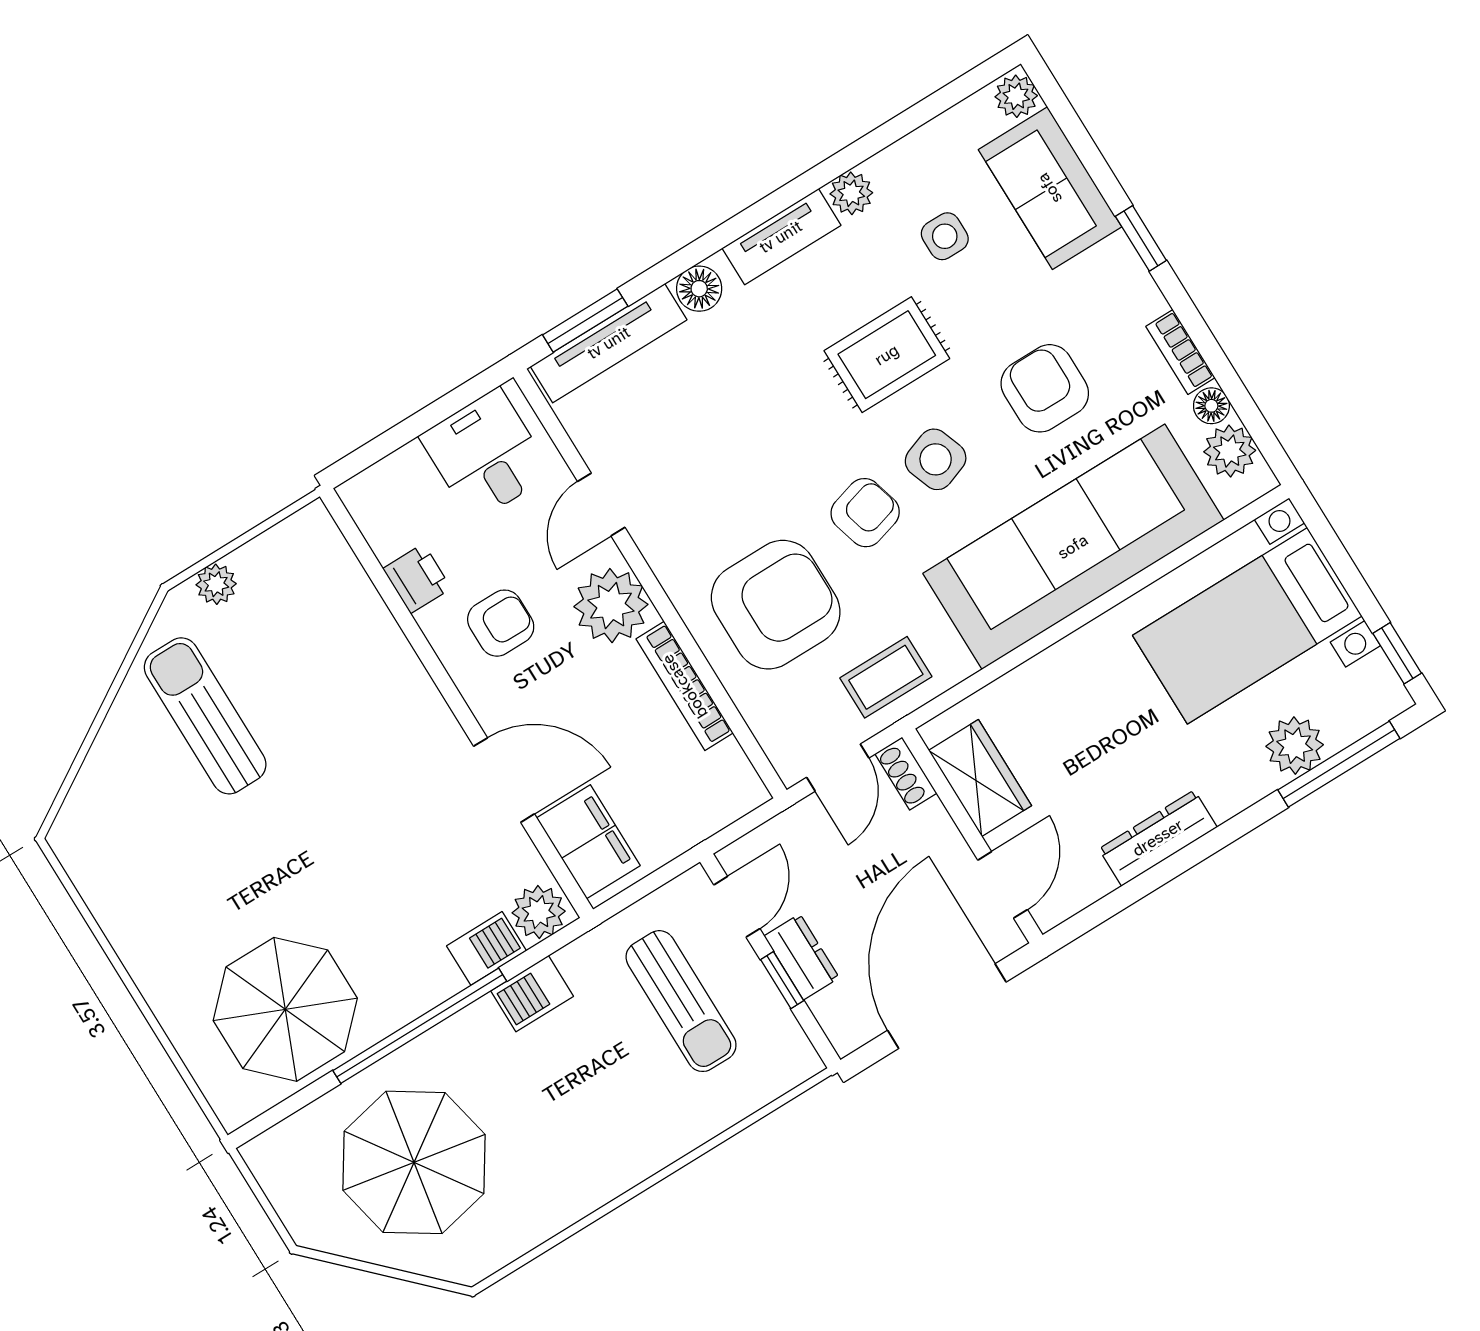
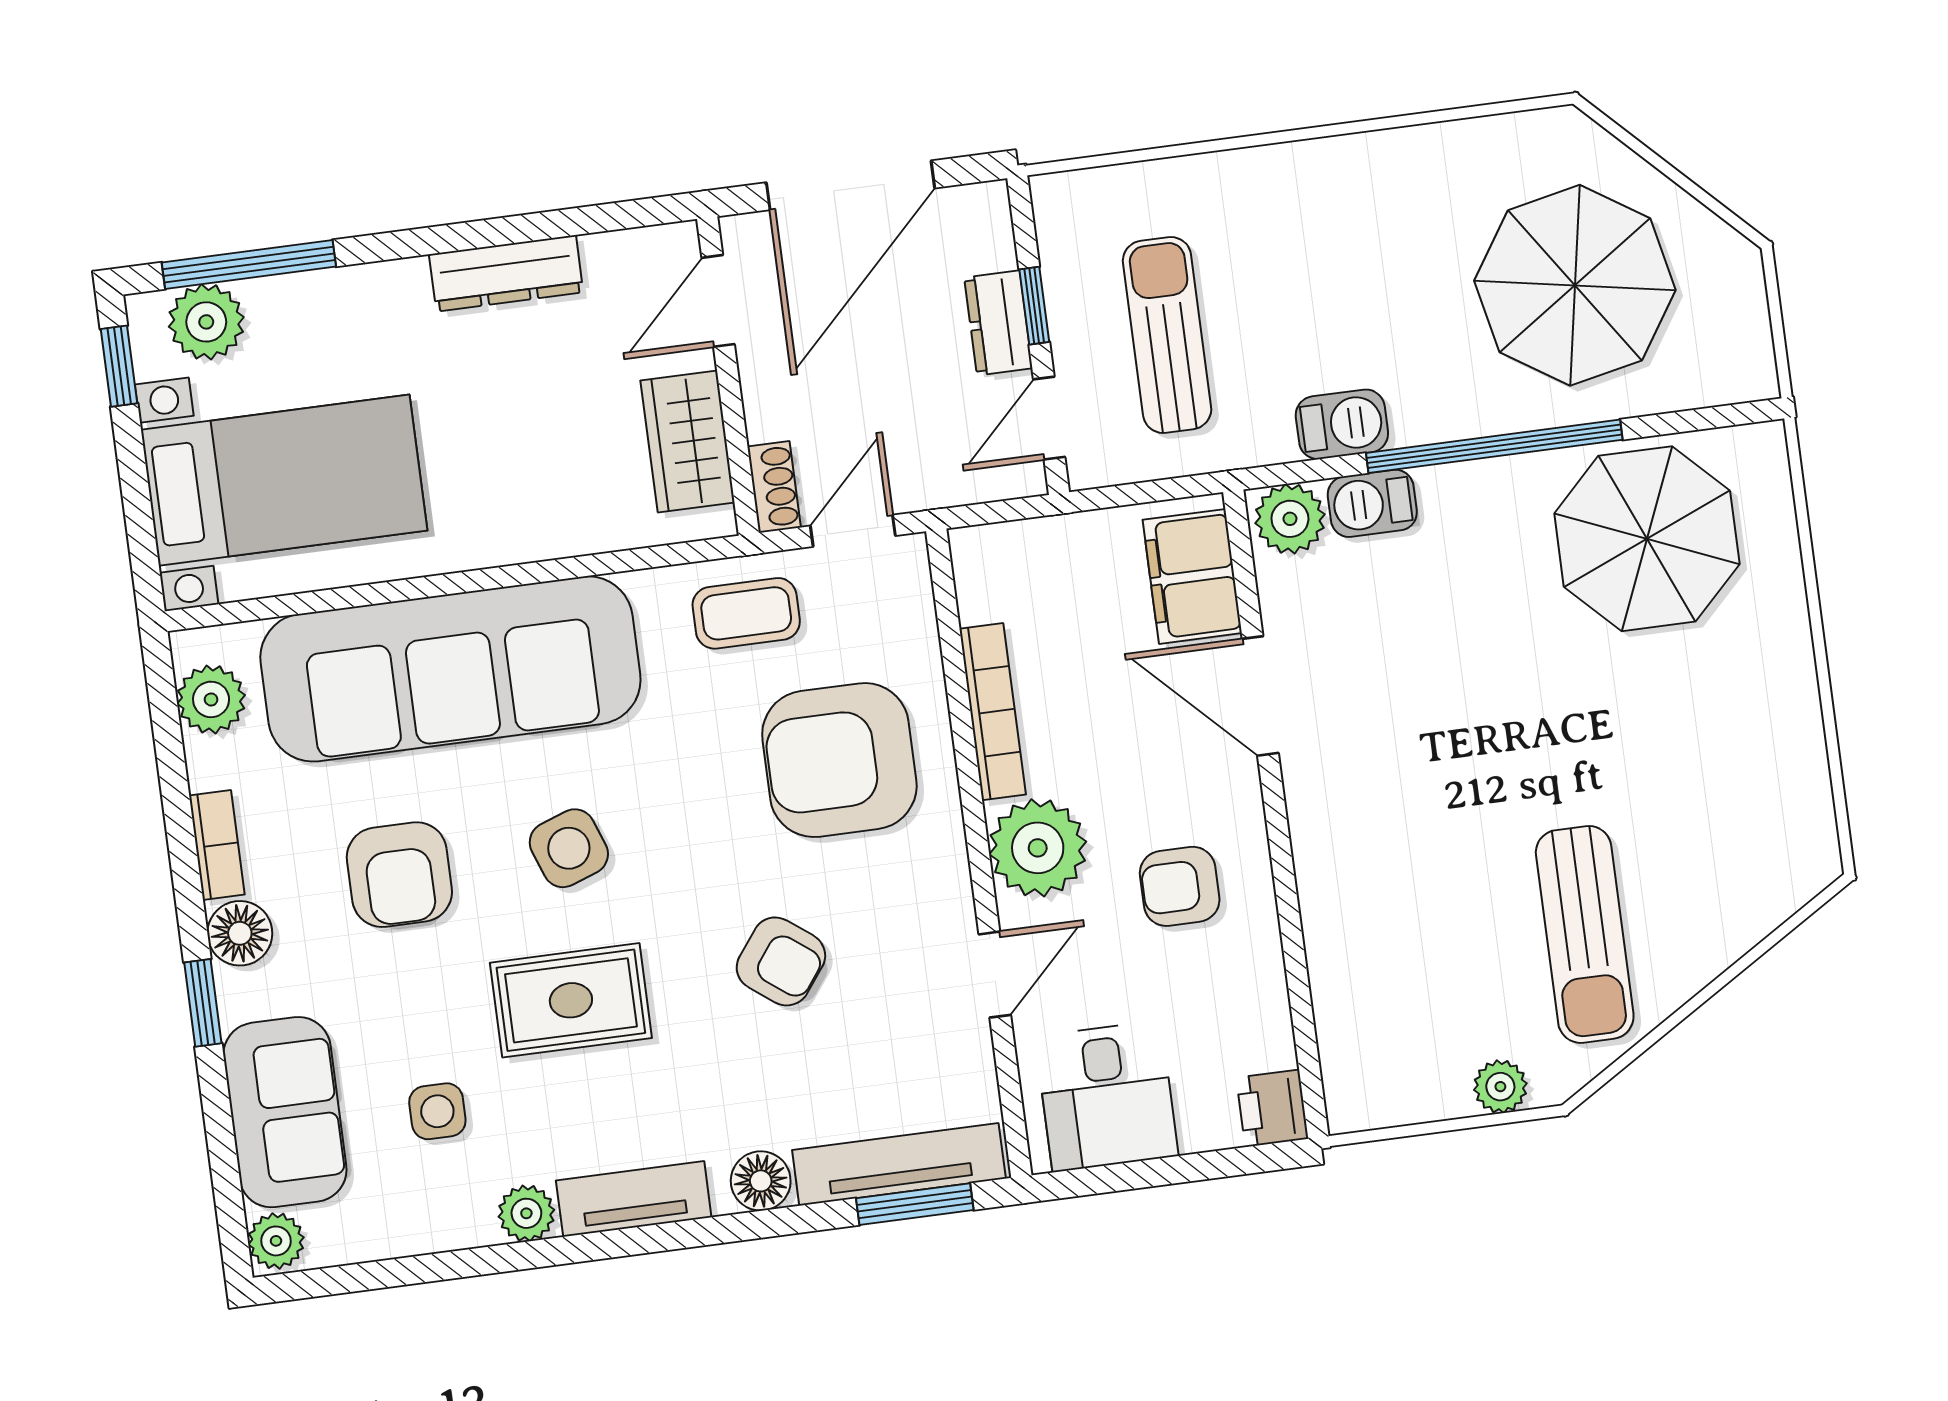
floor lamp: (1211, 406) -> (240, 933), moved, width x1.37, depth x1.37
armchair: (865, 513) -> (781, 961), moved, turned -127
printer: (417, 578) -> (1272, 1108), moved
plant: (1295, 746) -> (206, 322), moved

